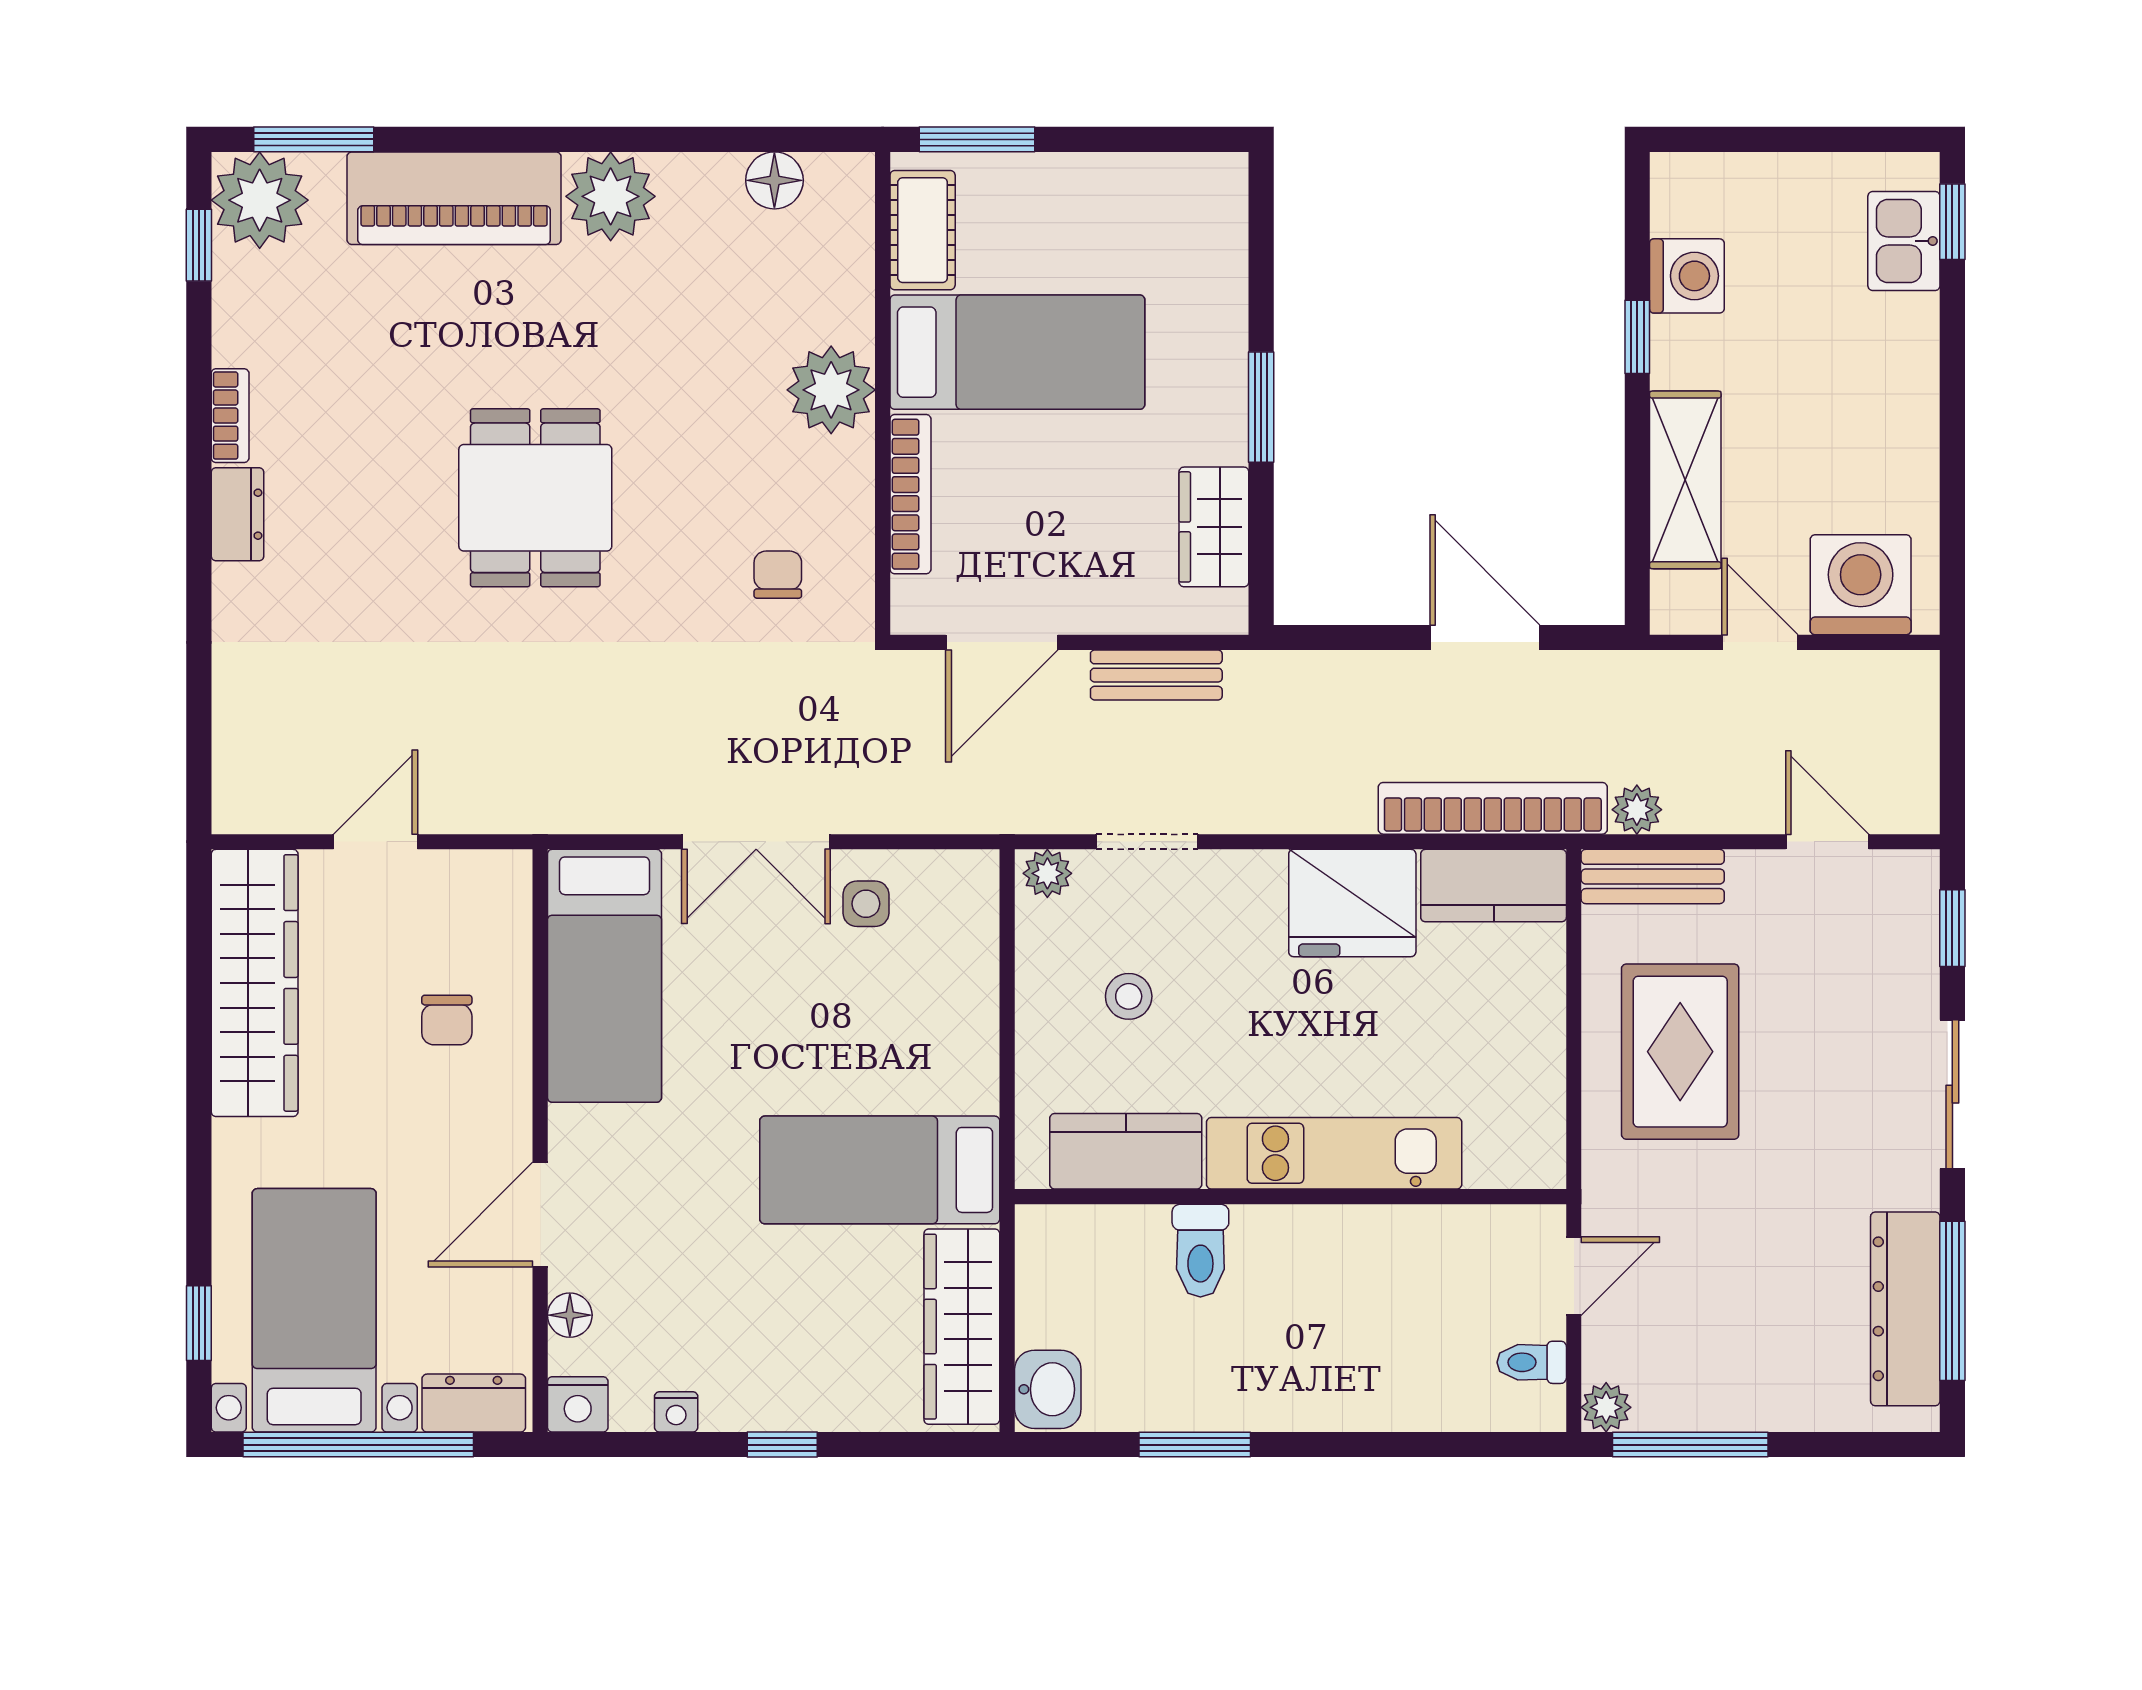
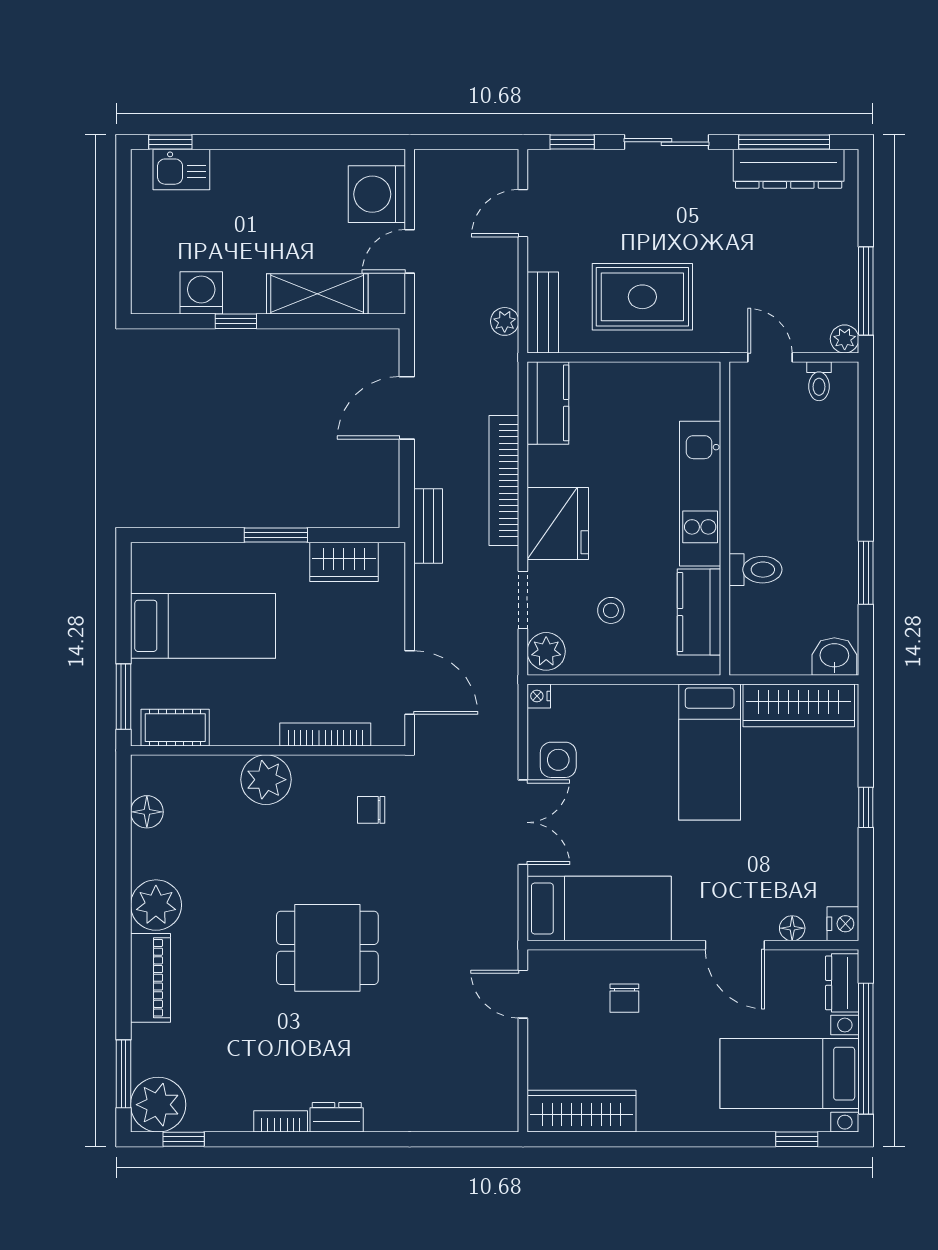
piano: (454, 198) -> (151, 978), width x0.73, depth x0.75
bed: (1017, 352) -> (203, 626), moved, turned 90
bench: (1156, 675) -> (428, 526), moved
bookcase: (1493, 808) -> (504, 481), moved
door: (376, 842) -> (523, 994), moved
plant: (1047, 873) -> (546, 651), width x1.38, depth x1.38
fridge: (1352, 903) -> (558, 523), moved
side table: (866, 904) -> (558, 760), width x1.37, depth x1.37
wardrobe: (255, 983) -> (582, 1111), width x0.71, depth x0.85
chair: (447, 1020) -> (624, 998), turned 90
nightstand: (676, 1412) -> (539, 696), moved, turned 180

